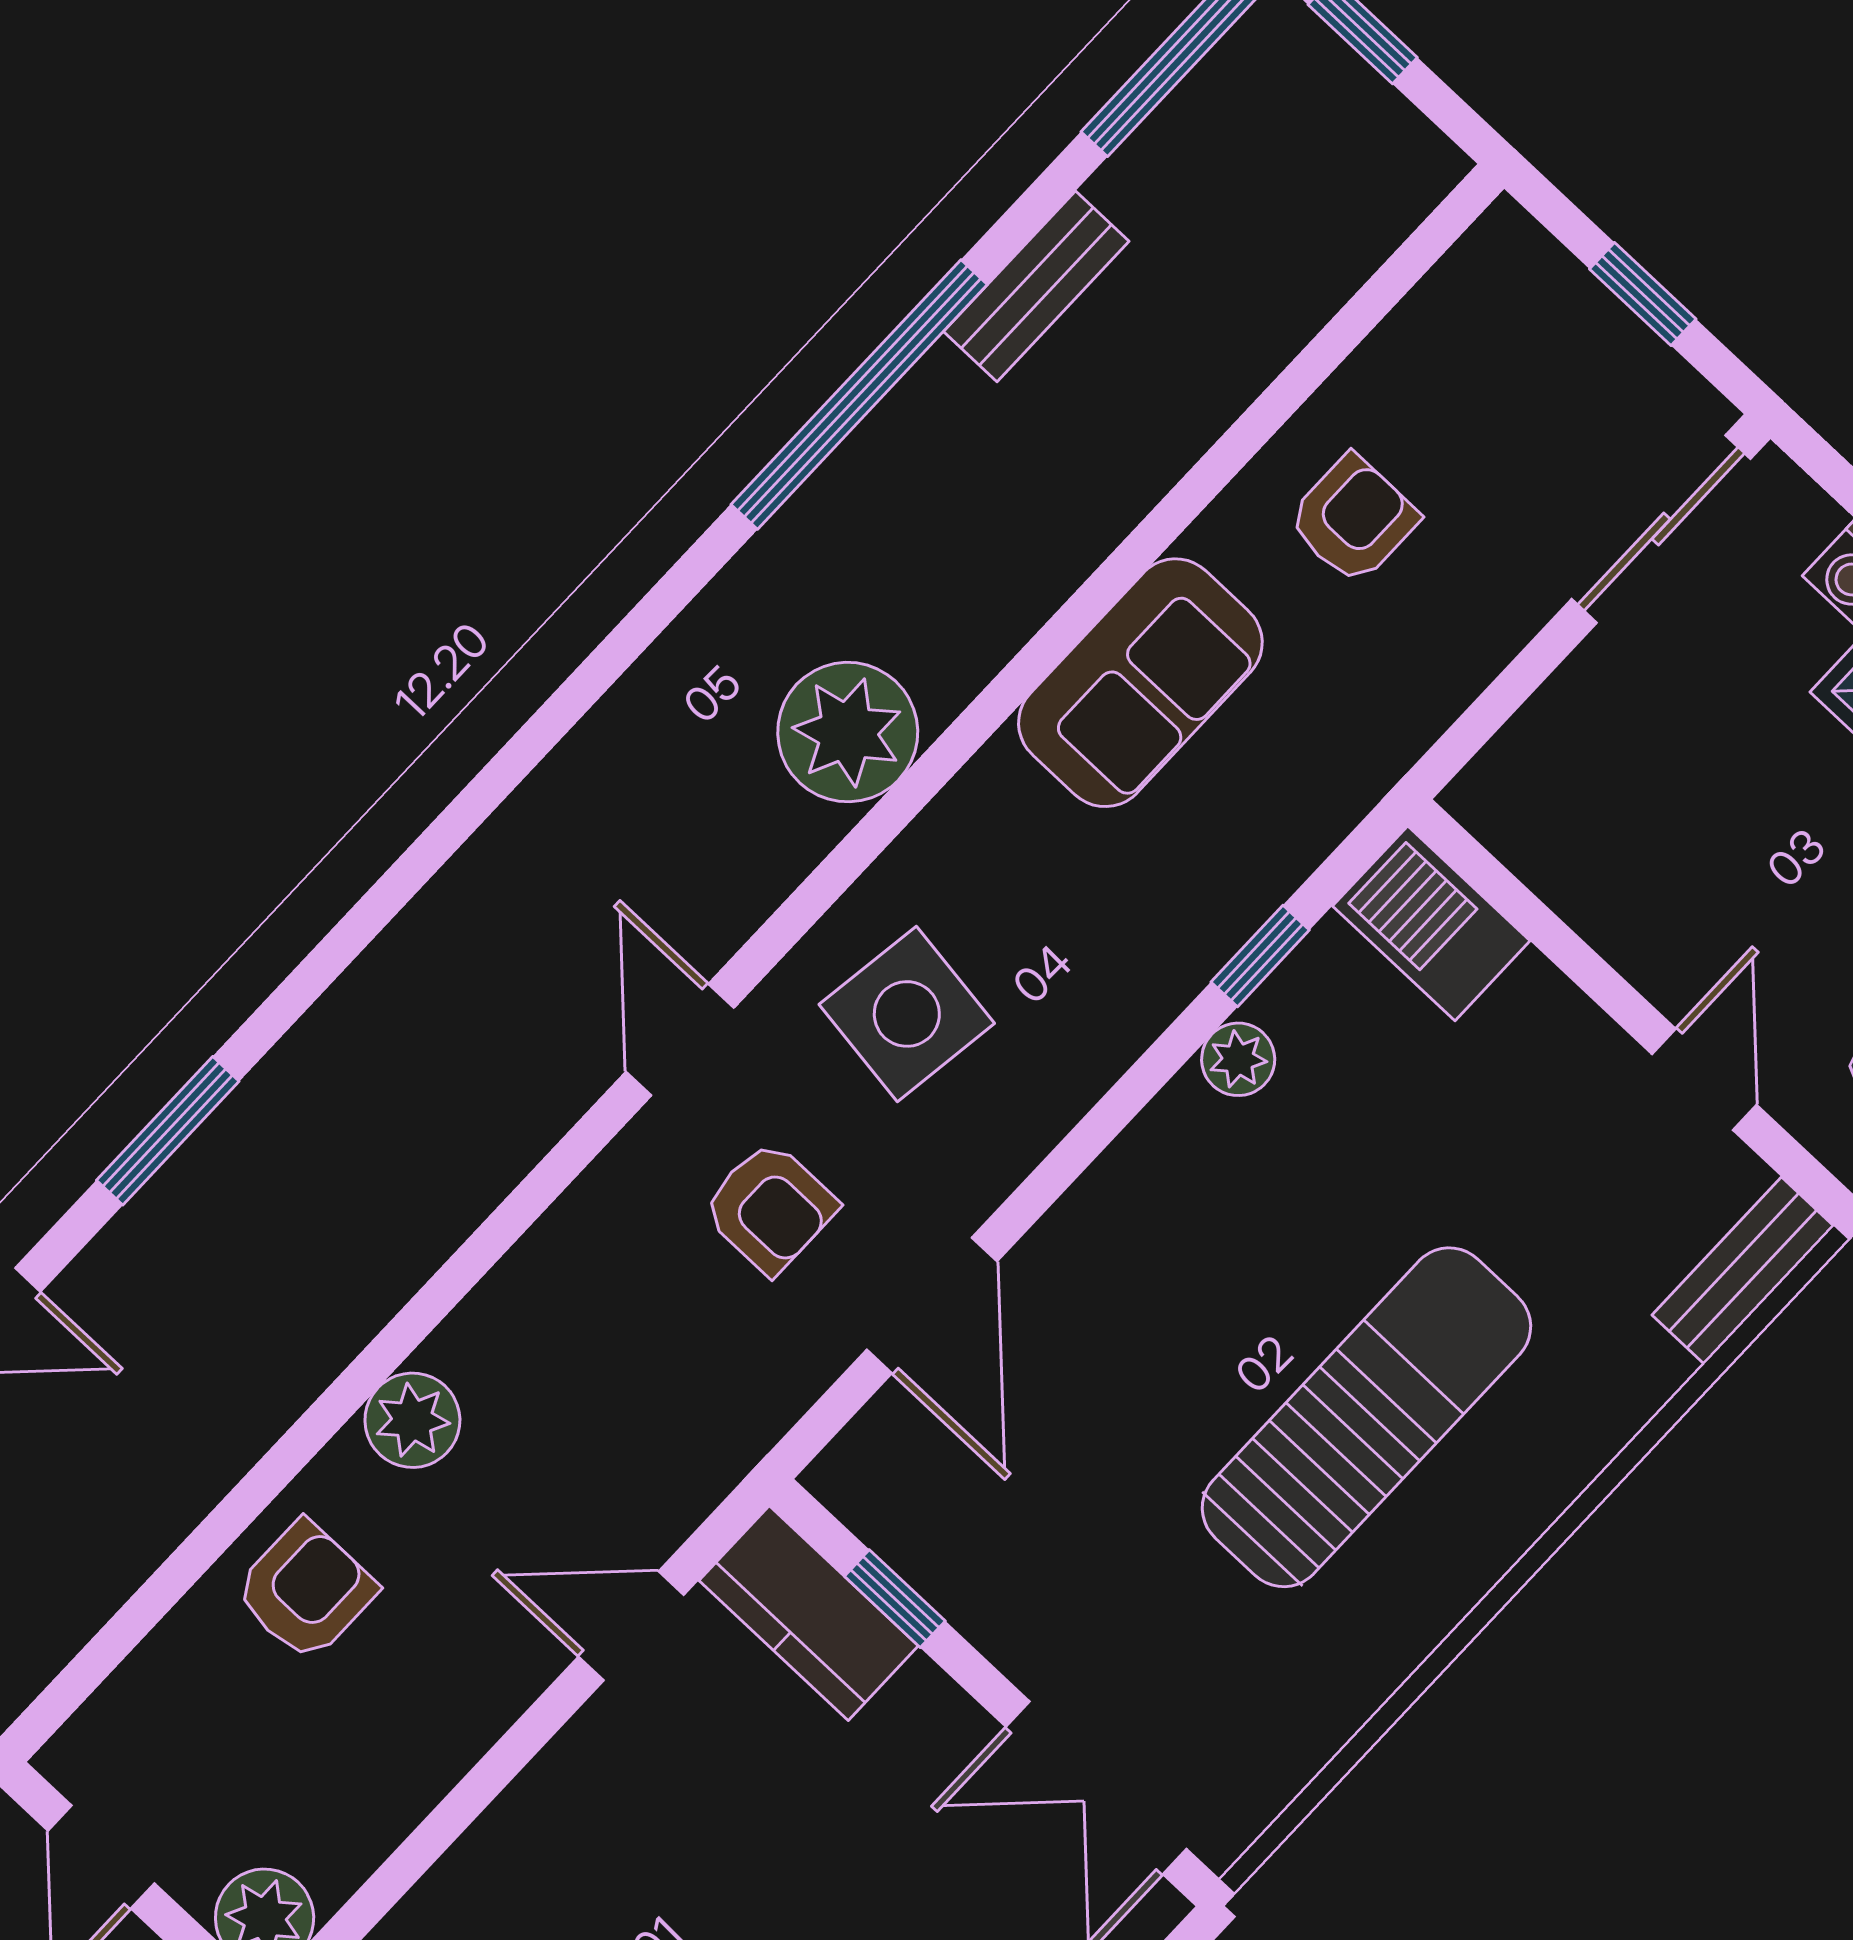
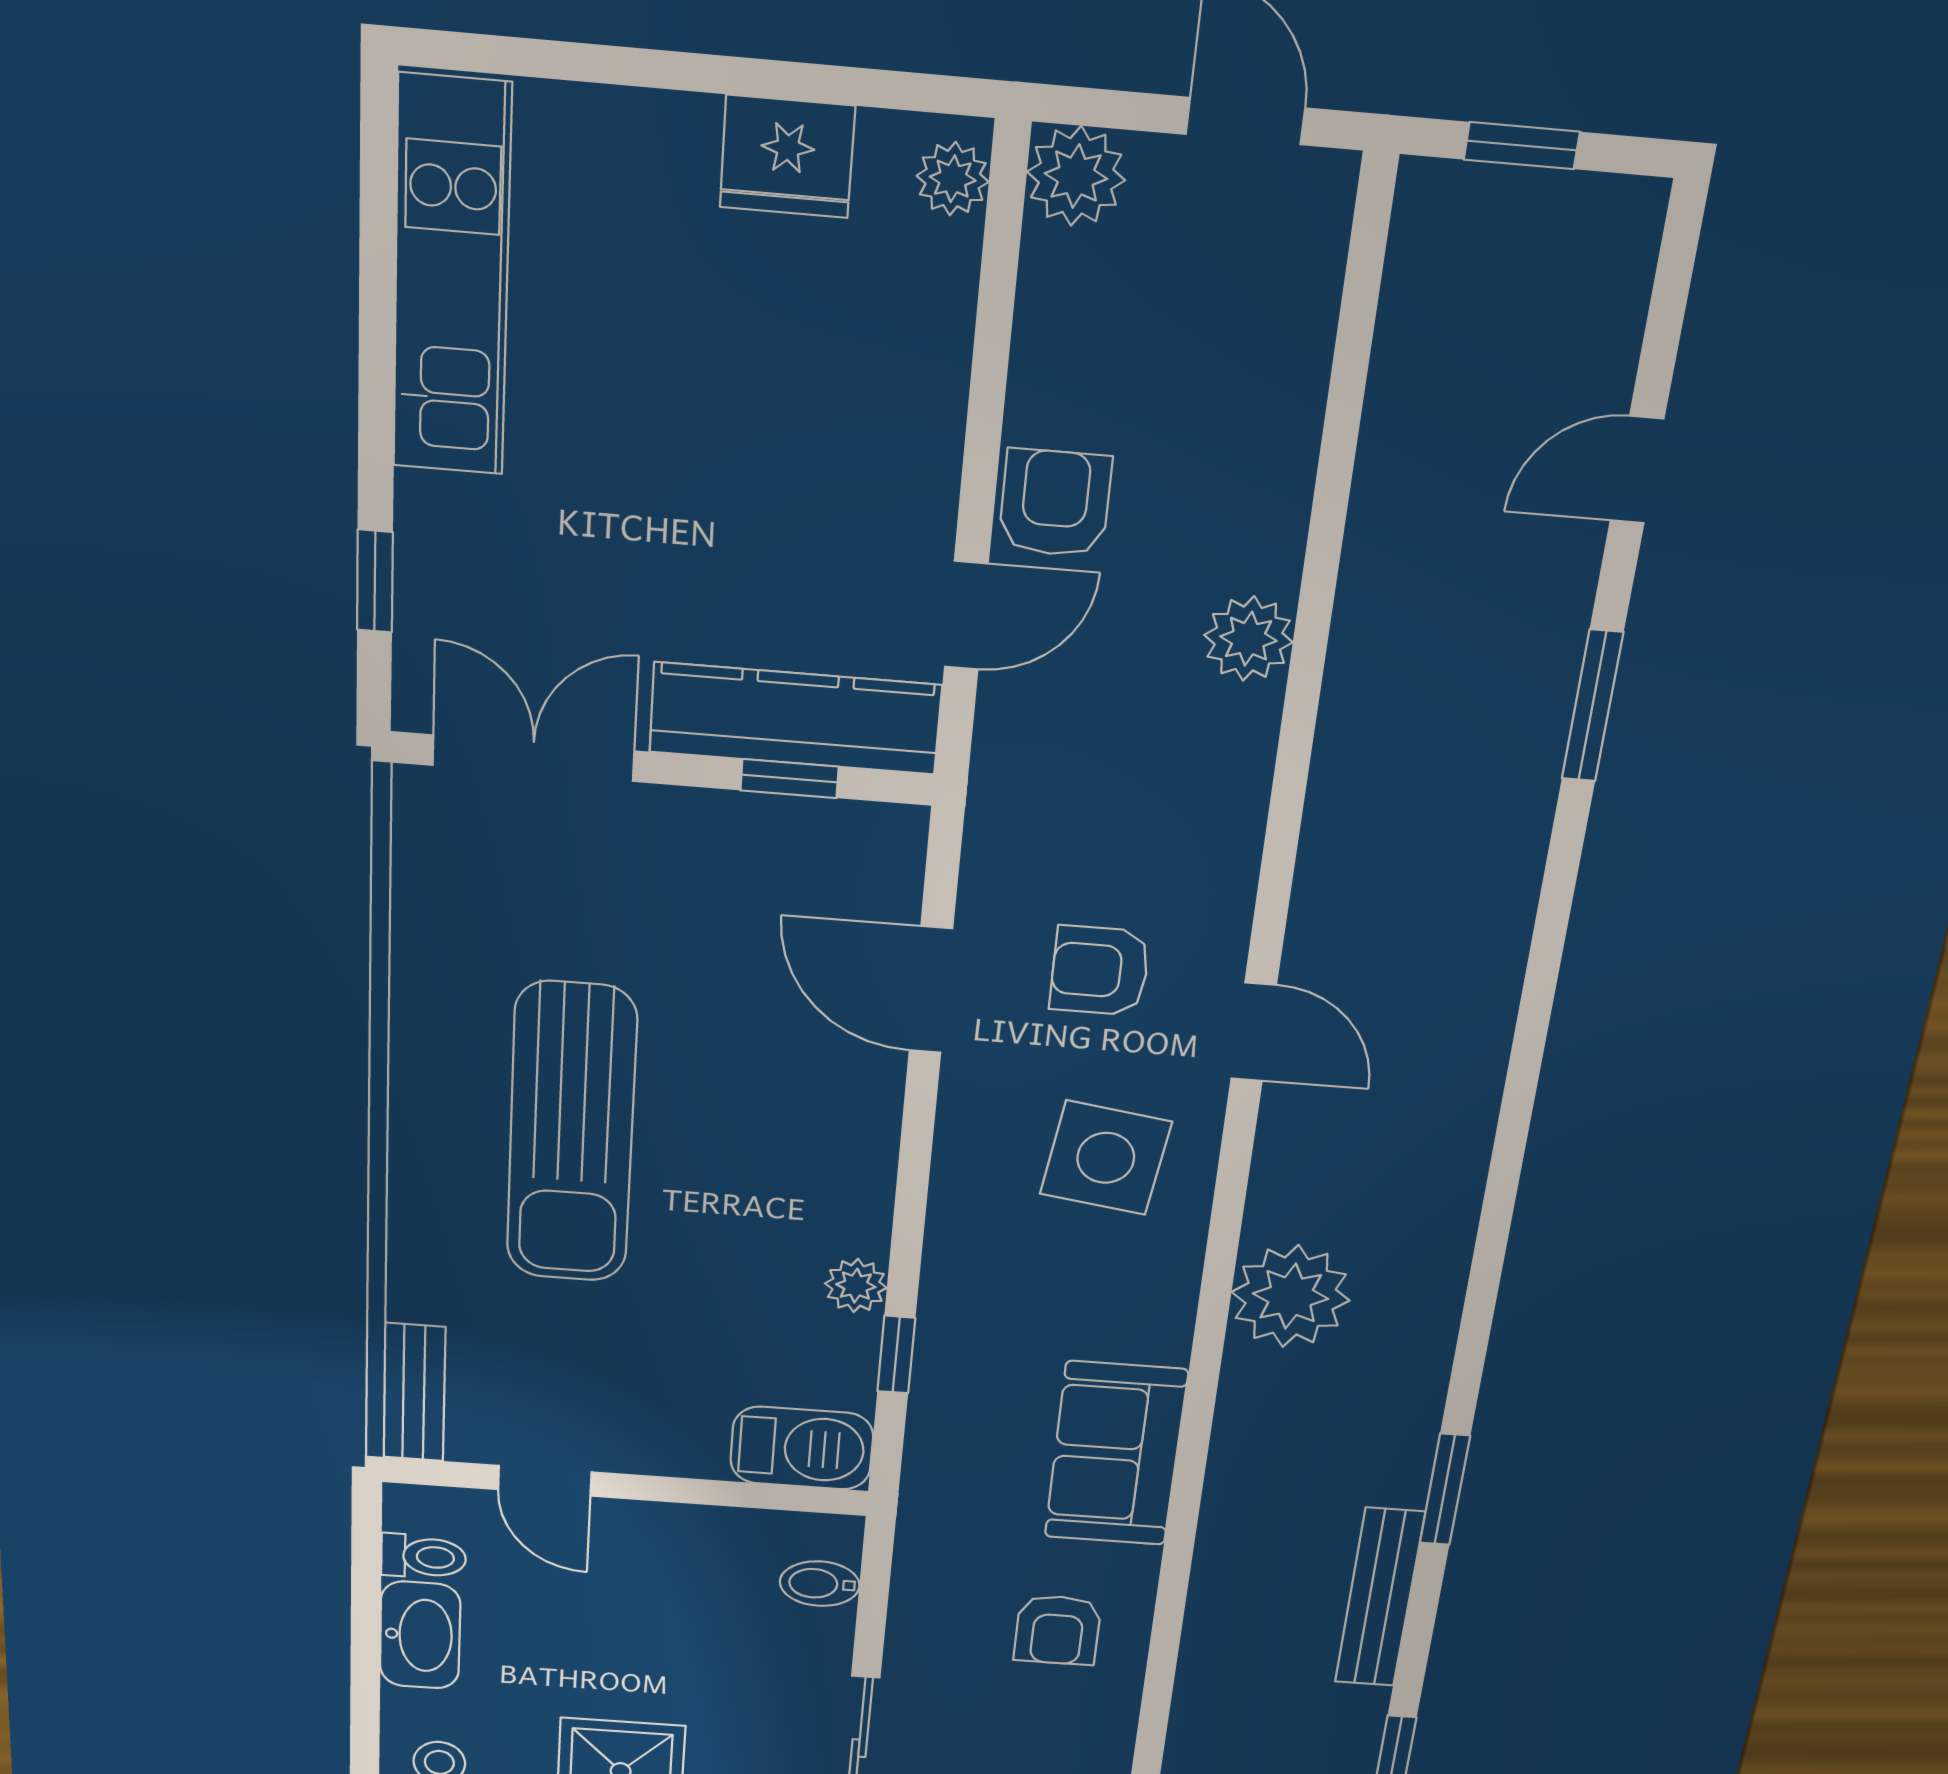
bench: (1036, 286) -> (1380, 1598), width x1.36
window: (859, 395) -> (1445, 1489), width x0.47
bidet: (1540, 756) -> (820, 1584), added
armchair: (306, 1591) -> (1055, 503), moved, turned 180
kitchen counter: (809, 1613) -> (795, 718), width x1.50

